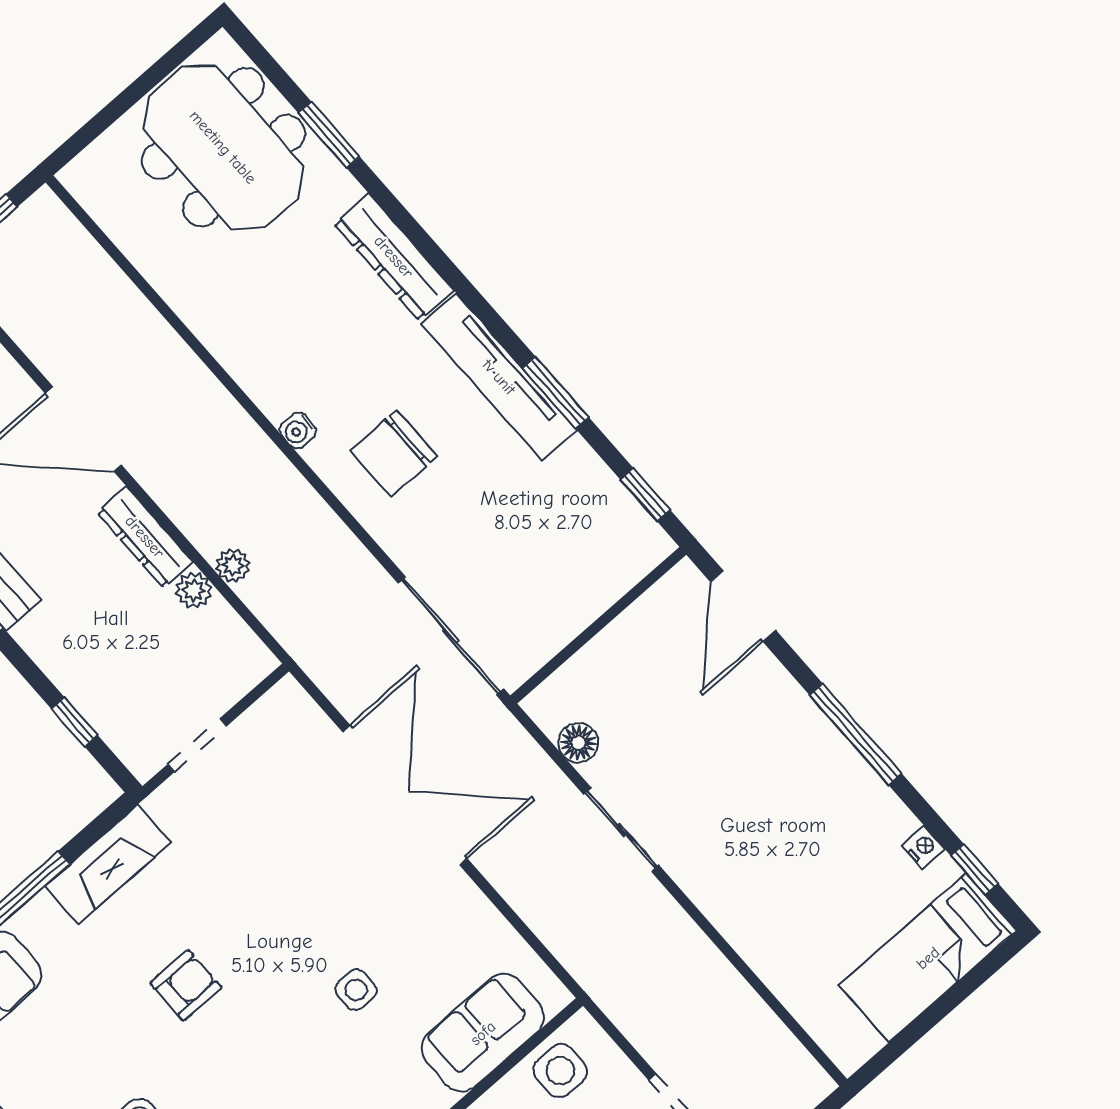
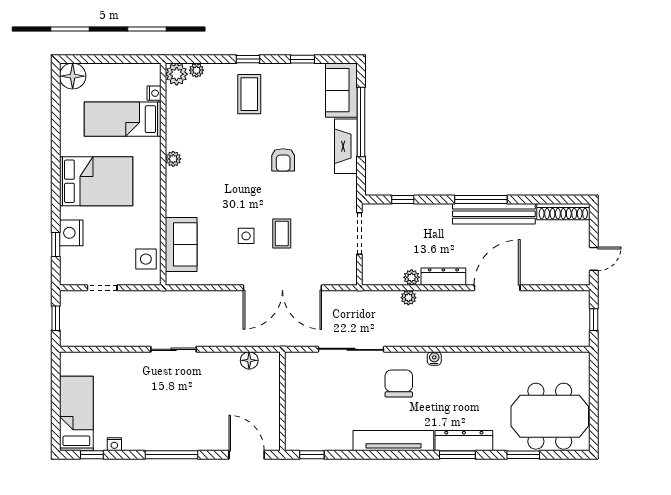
window: (556, 393) -> (457, 455), moved
sliding door: (451, 636) -> (351, 349), moved
doorway: (197, 745) -> (359, 233), width x1.38
sliding door: (621, 830) -> (174, 349), moved
fireplace: (108, 864) -> (346, 146), moved
coffee table: (313, 877) -> (282, 233), added
side table: (356, 990) -> (246, 236), moved

